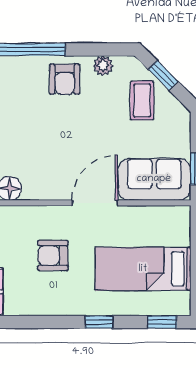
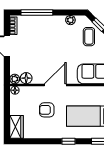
armchair: (65, 79) -> (52, 27), removed
door: (95, 203) -> (55, 85), moved

